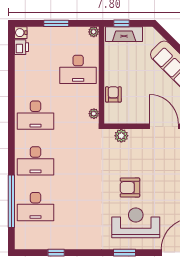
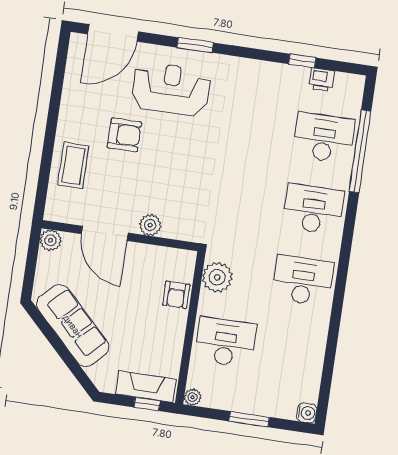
printer: (21, 47) -> (322, 80), moved, turned -90
plant: (94, 114) -> (217, 277), width x1.88, depth x1.88
plant: (121, 136) -> (150, 225), moved
armchair: (130, 188) -> (124, 135), moved
reception desk: (136, 223) -> (171, 89), turned 180

